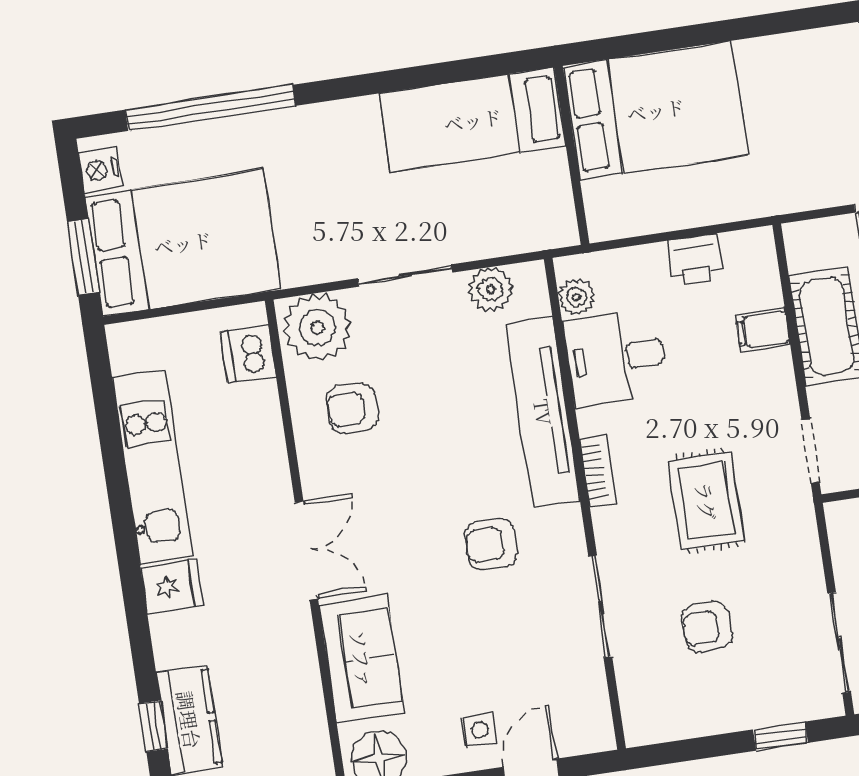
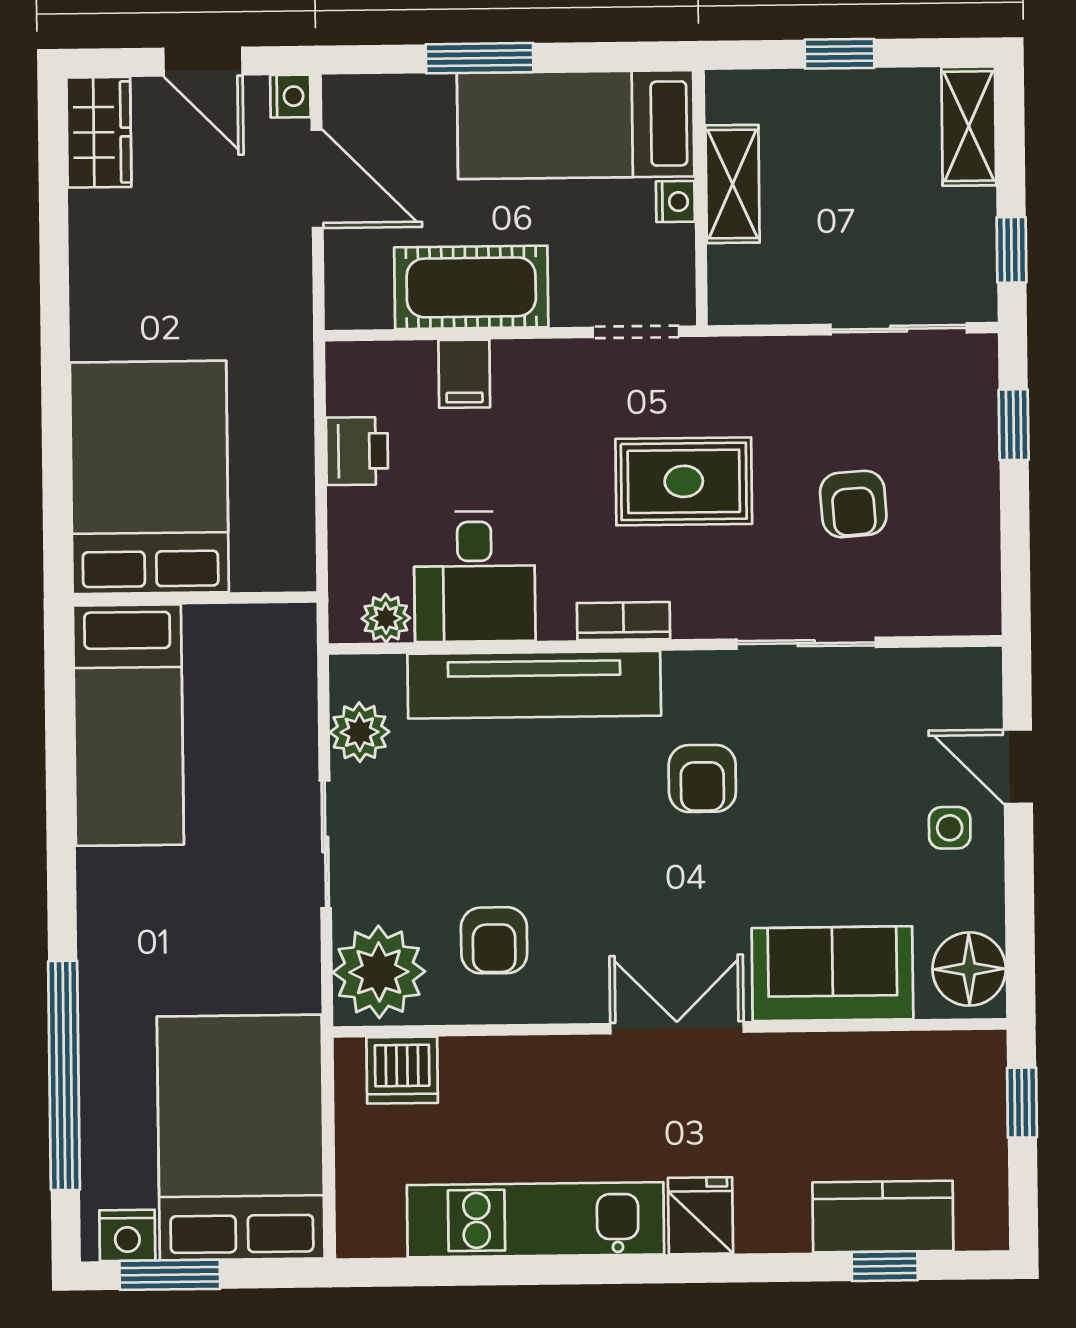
window: (83, 257) -> (170, 1275), moved

